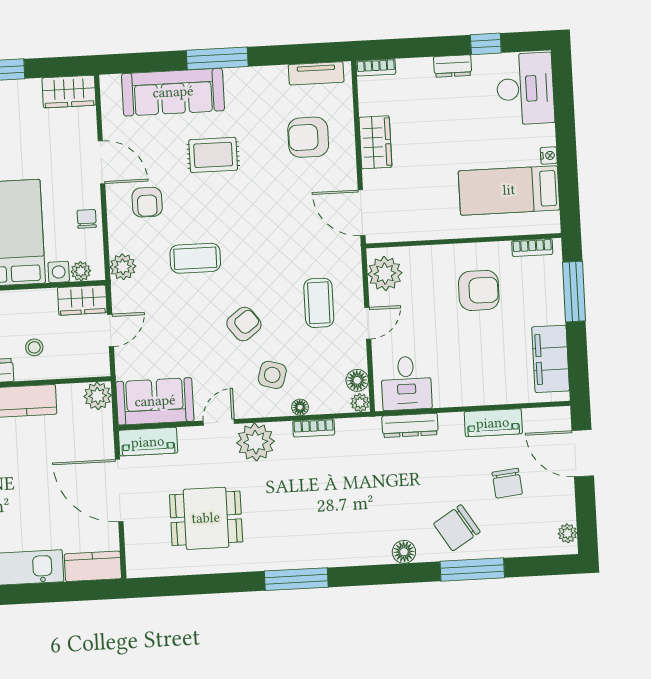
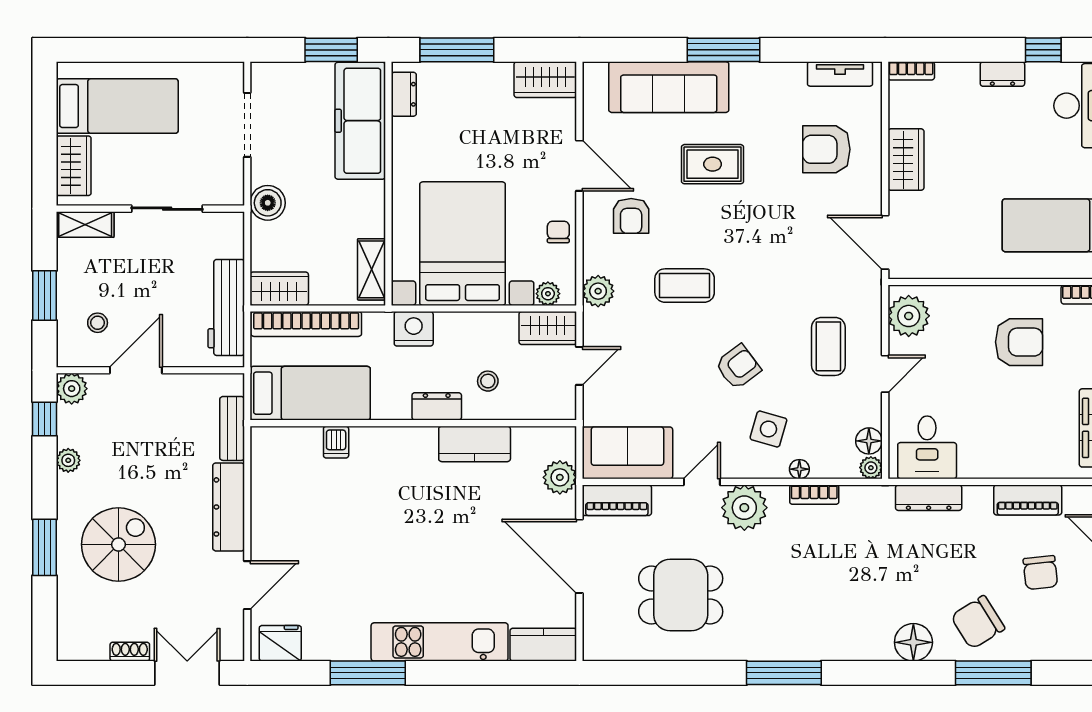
plant: (98, 396) -> (560, 477), moved
floor lamp: (404, 552) -> (913, 642), width x1.38, depth x1.38

